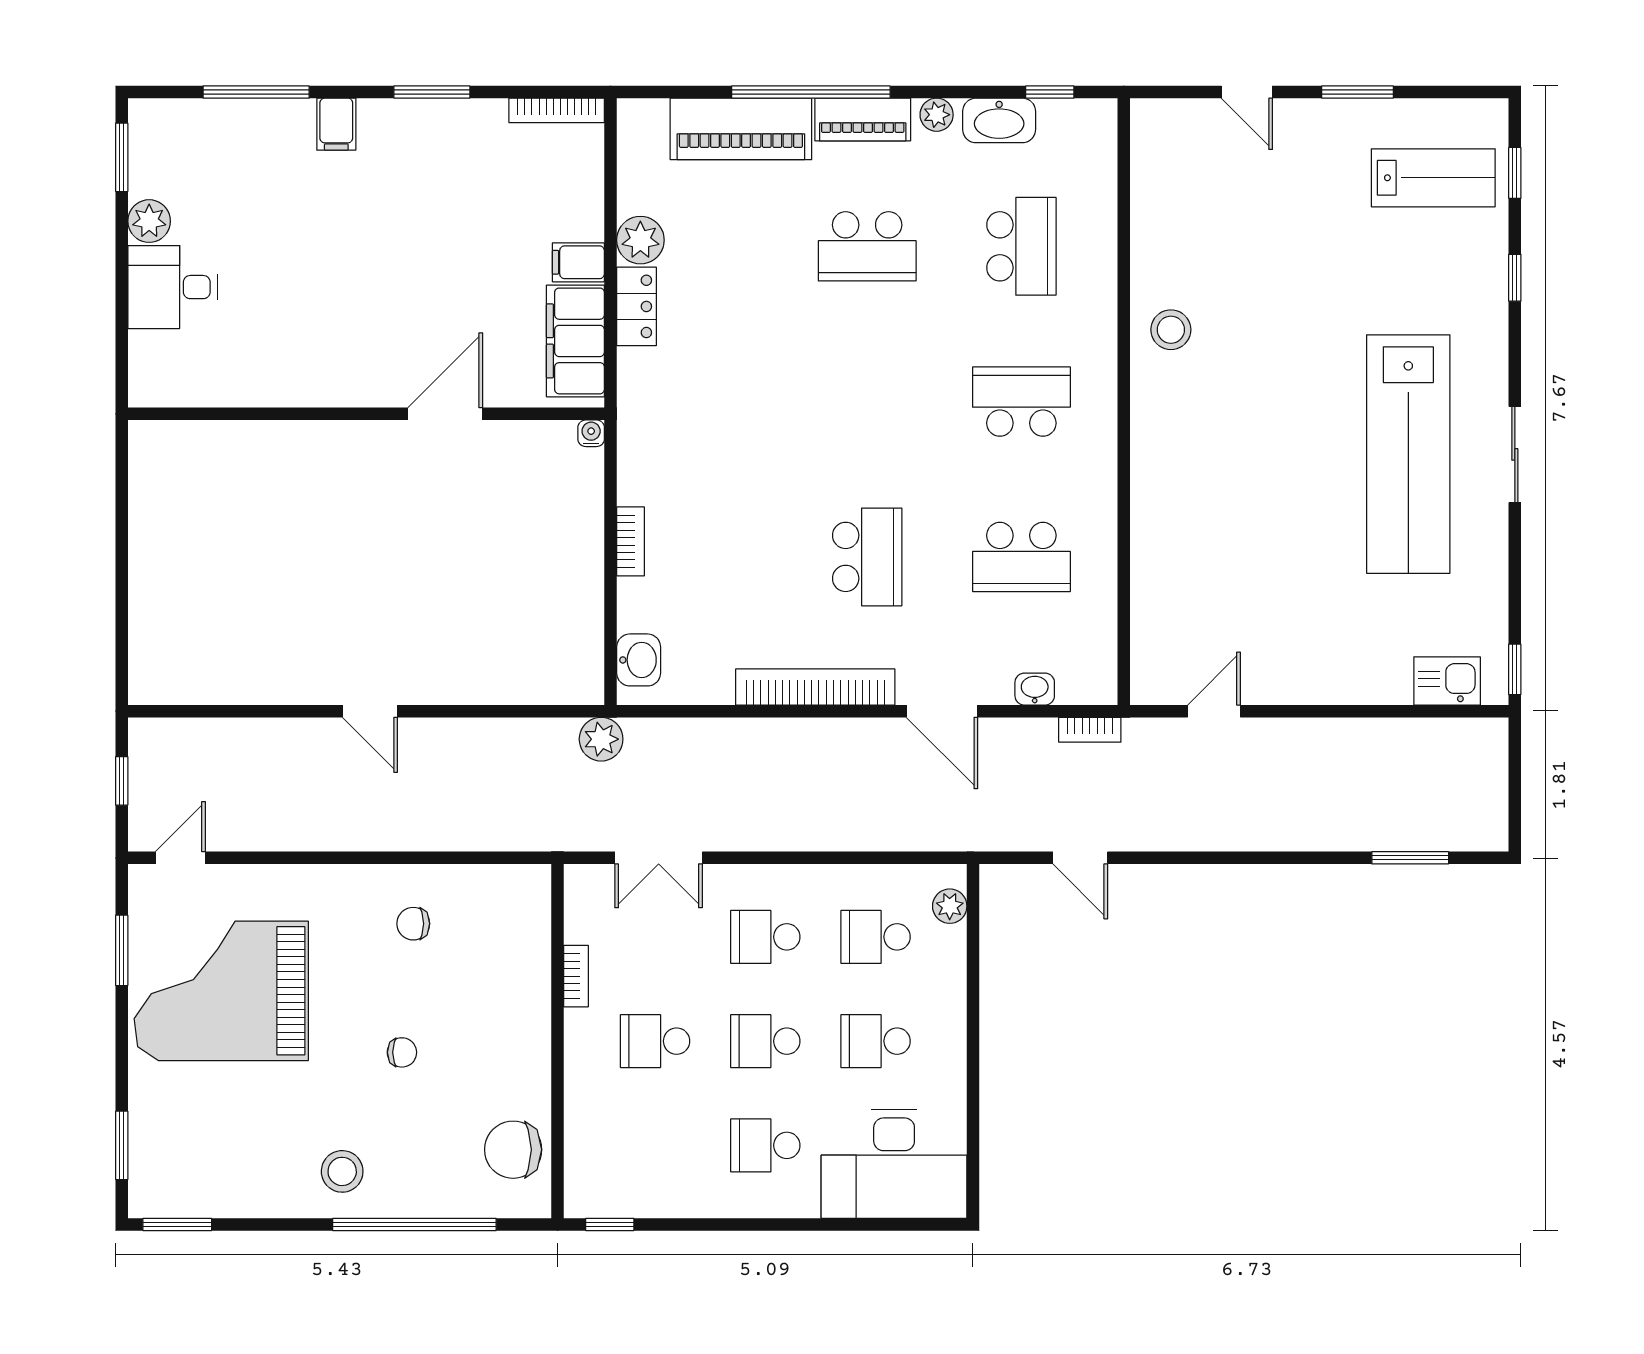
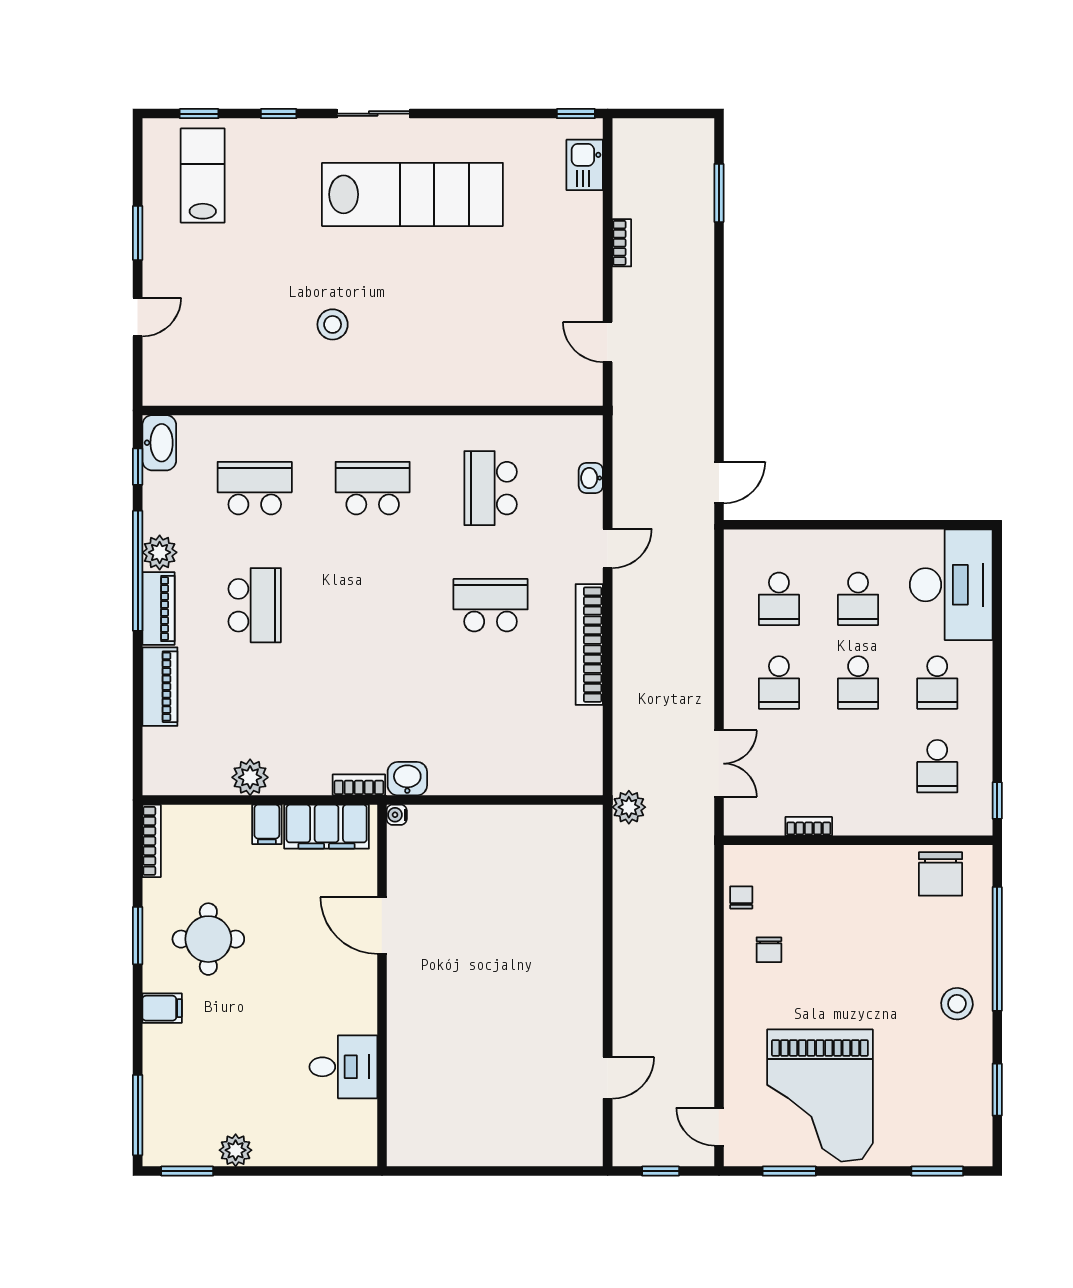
window: (256, 92) -> (138, 1115), moved
window: (811, 92) -> (138, 571), moved
plant: (937, 115) -> (160, 552), width x1.38, depth x1.38
washbasin: (999, 120) -> (159, 443), moved
piano: (741, 129) -> (160, 687), width x0.73, depth x0.75
round table: (427, 185) -> (208, 939), added
desk: (173, 287) -> (343, 1067), moved, turned -90
locker: (636, 306) -> (300, 780), removed
stool: (1171, 330) -> (333, 324), moved
school desk: (1021, 402) -> (373, 488), turned 90
sliding door: (1515, 454) -> (373, 114), moved
bookcase: (630, 541) -> (359, 785), moved
school desk: (1021, 557) -> (491, 488), turned 180
washbasin: (639, 660) -> (407, 779), moved
door: (370, 711) -> (608, 1078), moved
door: (942, 711) -> (608, 548), width x0.73
bookcase: (1090, 730) -> (622, 243), moved
door: (1080, 858) -> (719, 482), moved
plant: (950, 906) -> (756, 543), removed
school desk: (655, 1041) -> (937, 766), moved
chair: (402, 1052) -> (741, 897), moved
window: (177, 1224) -> (997, 1090), moved

